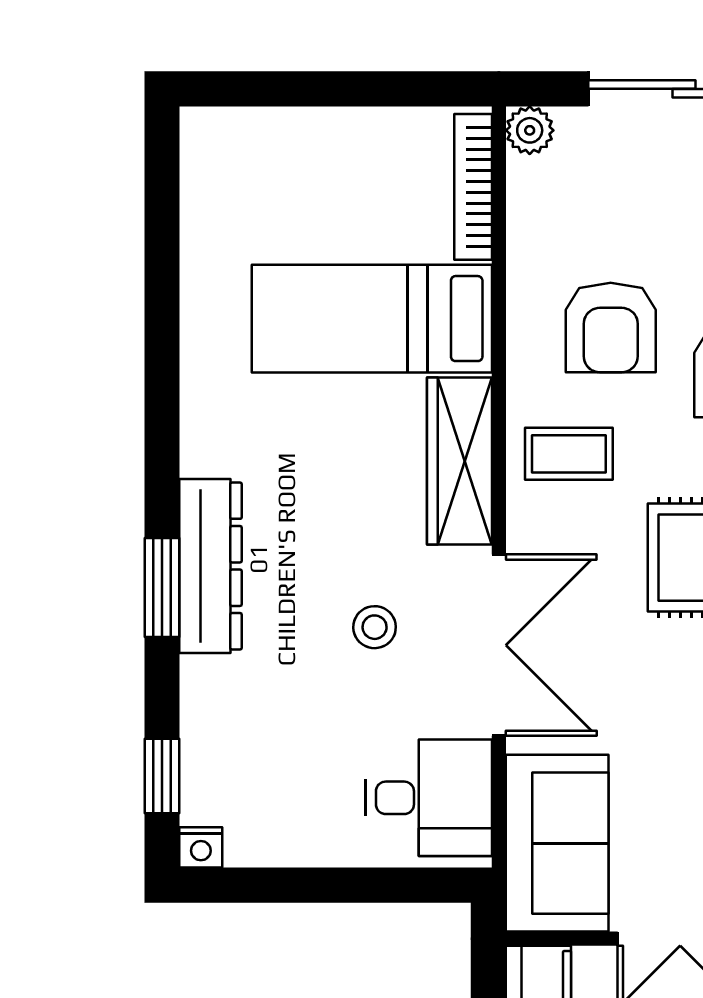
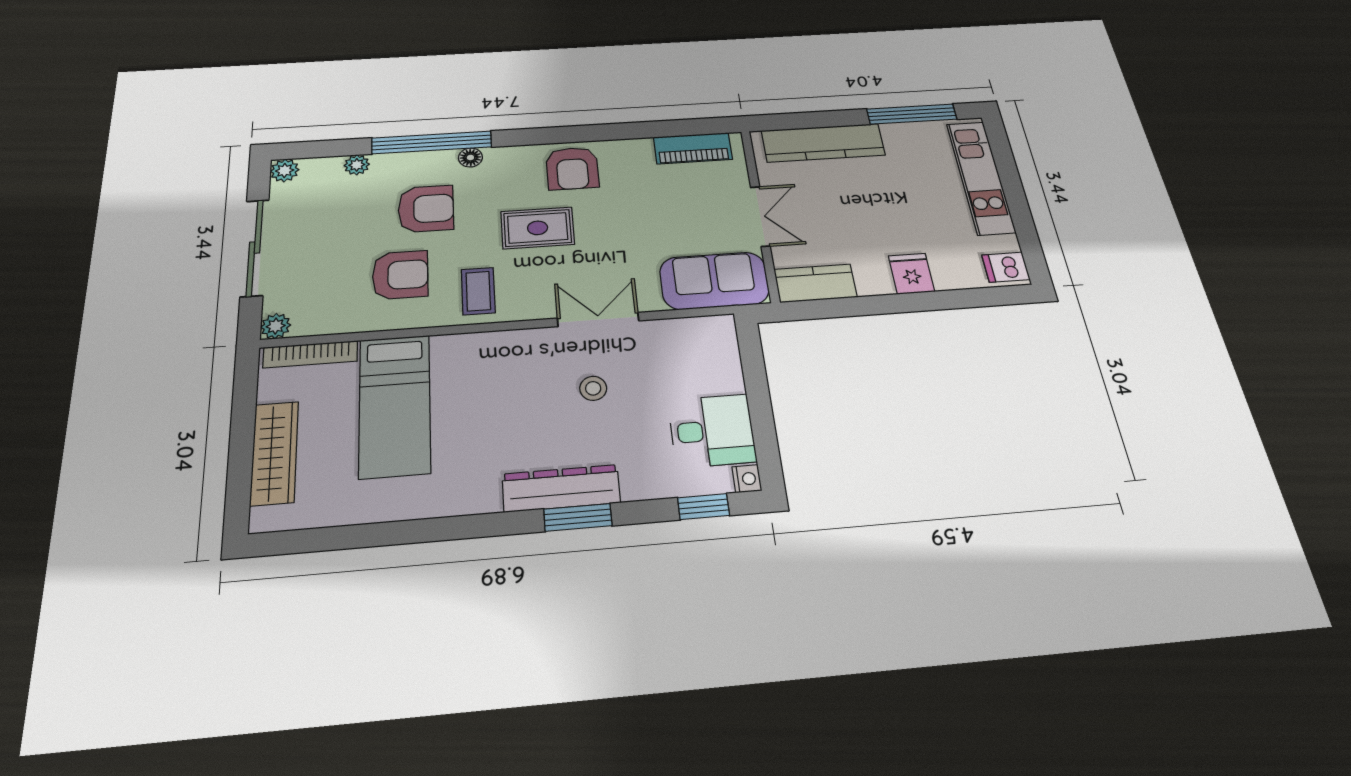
wardrobe: (460, 461) -> (274, 453), moved, turned -90
double door: (499, 645) -> (598, 320), width x0.73
desk: (429, 798) -> (712, 431), moved, turned 90

